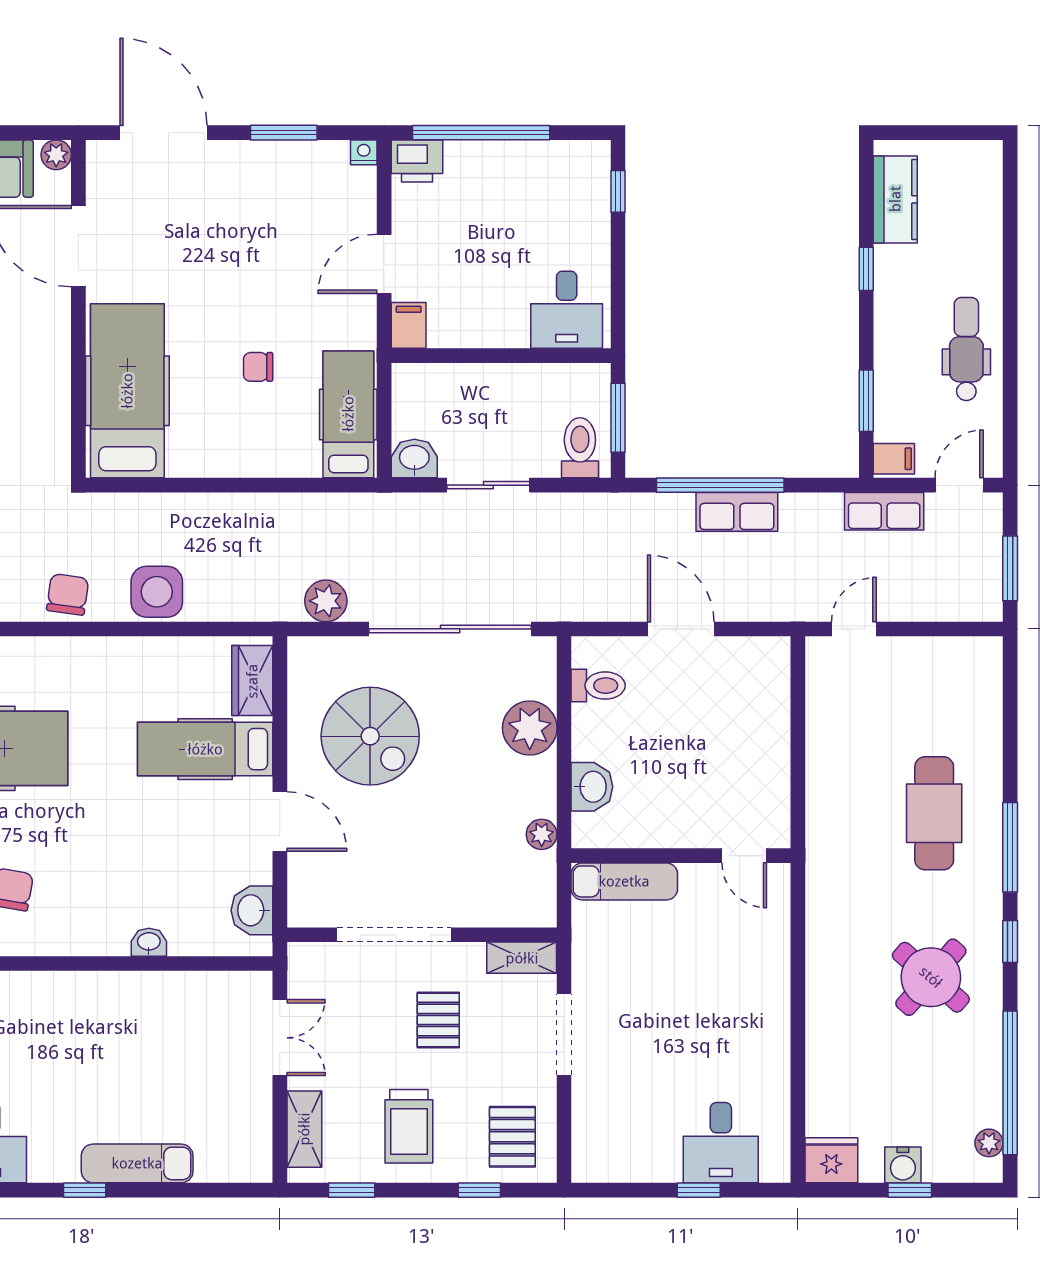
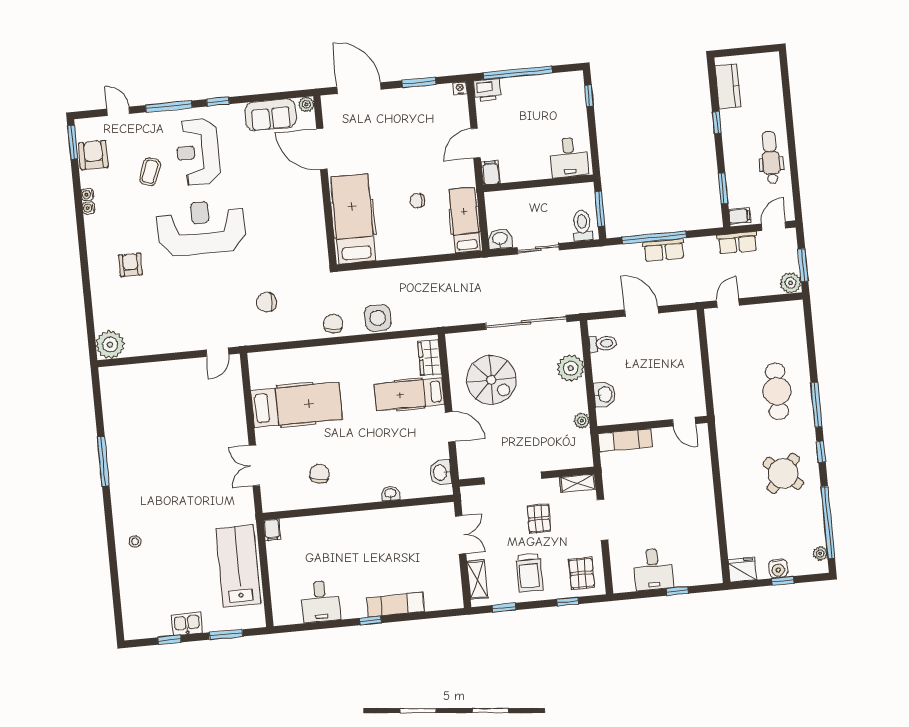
plant: (326, 601) -> (791, 283), moved
desk: (721, 1143) -> (653, 569), moved

